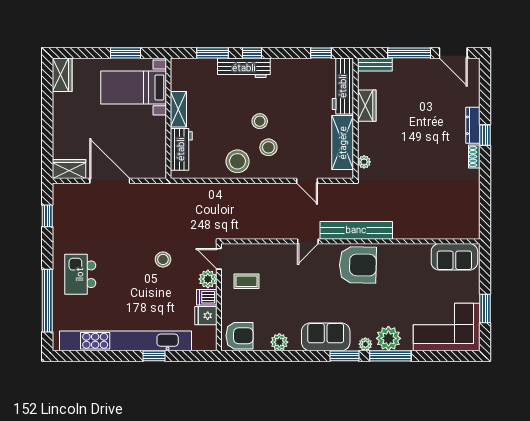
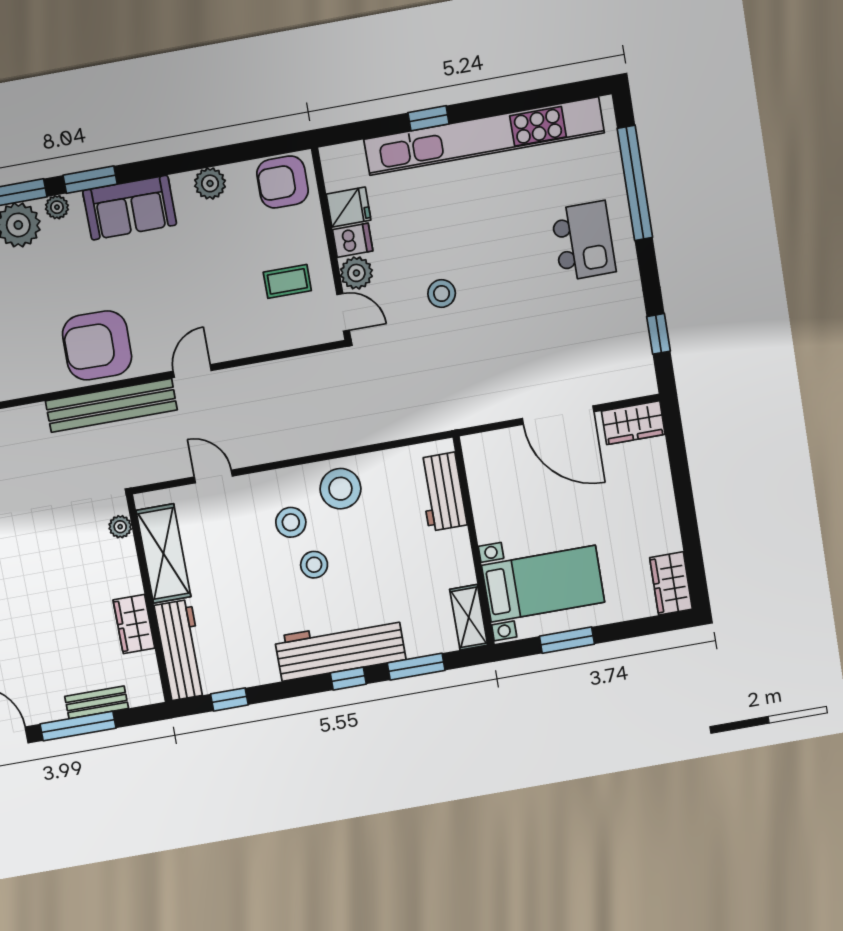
bench: (375, 65) -> (97, 702), moved
workbench: (244, 68) -> (340, 648), width x1.36, depth x1.32
shelving: (178, 109) -> (469, 617), moved

